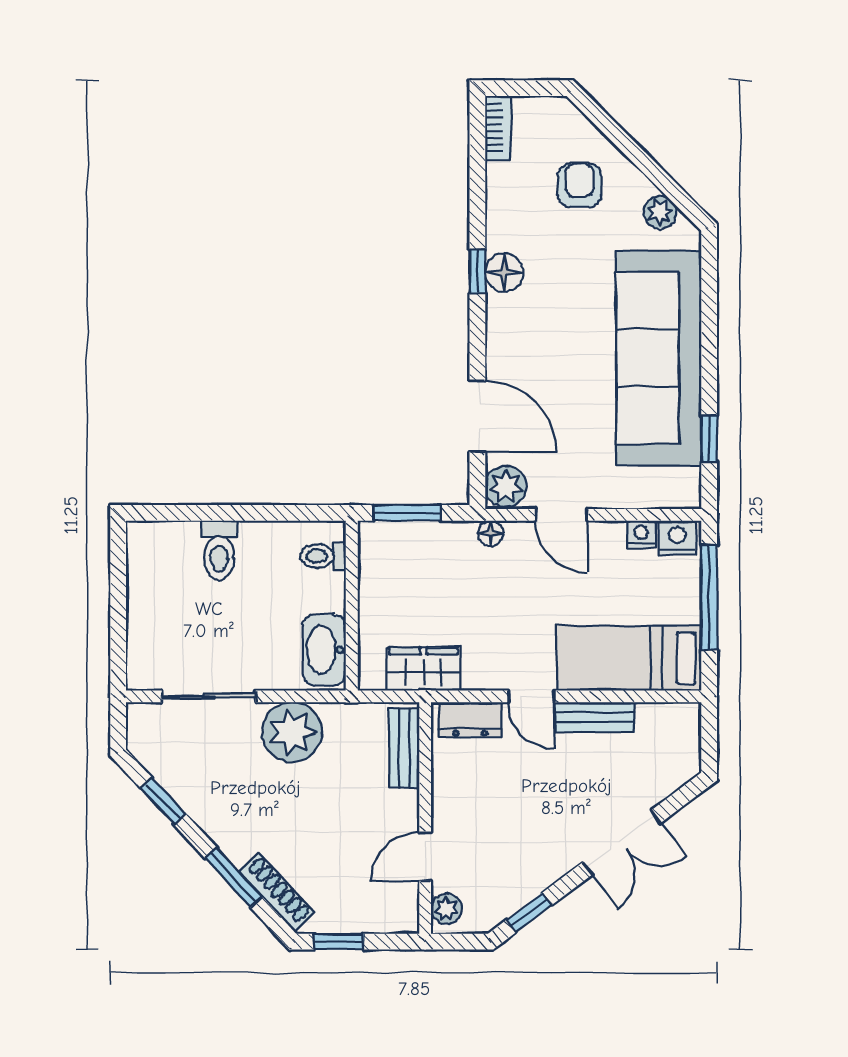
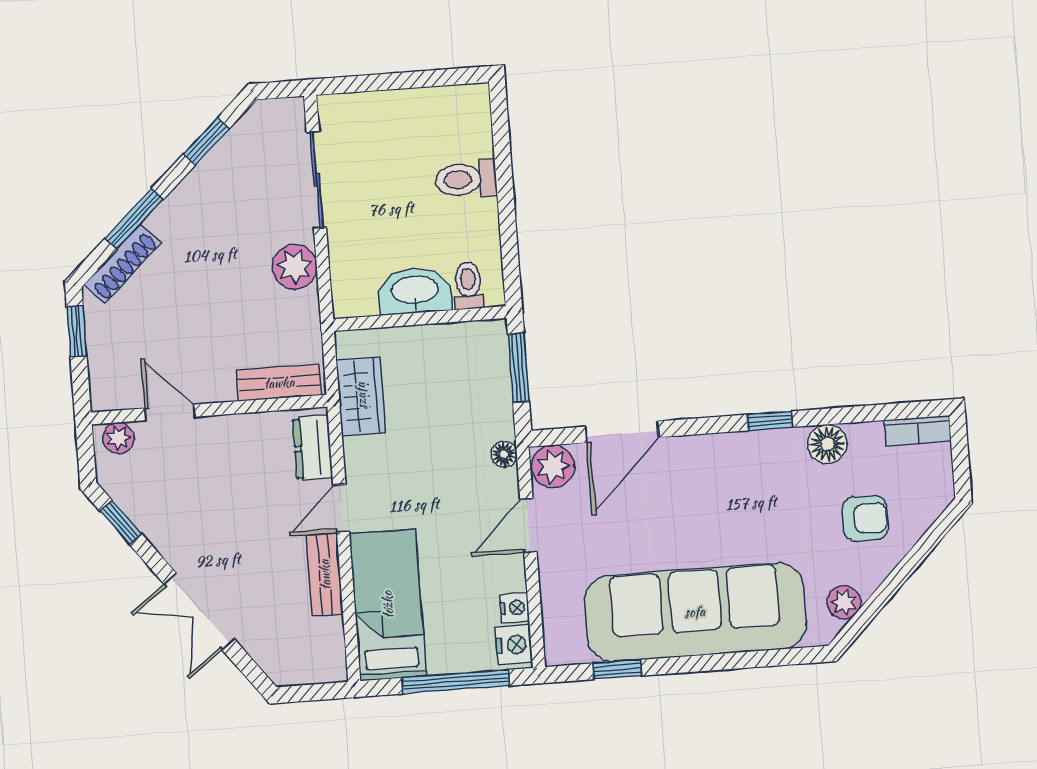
floor lamp: (504, 273) -> (827, 444), moved
washbasin: (324, 650) -> (415, 291), moved
plant: (292, 732) -> (295, 267), width x0.73, depth x0.73

